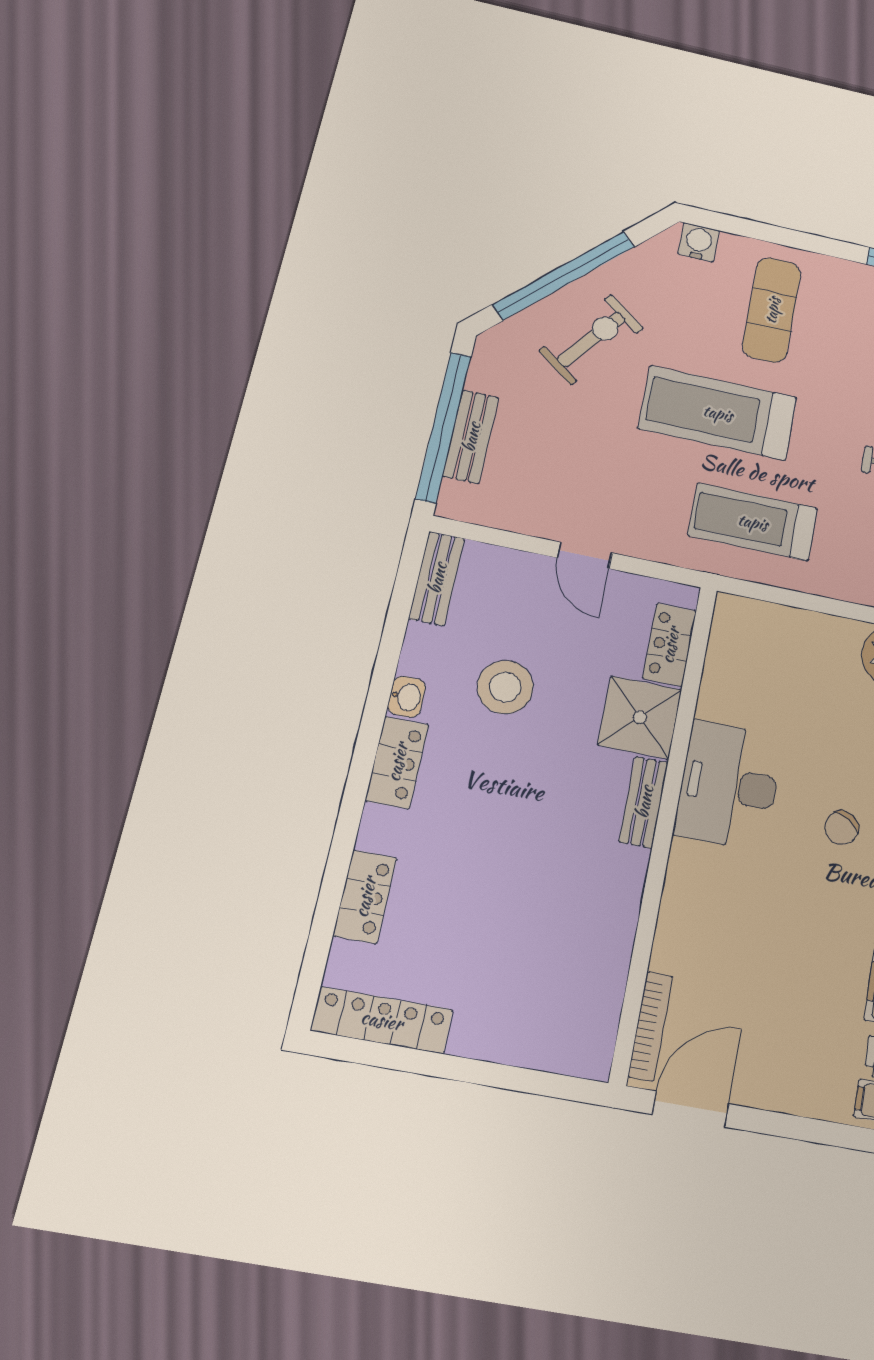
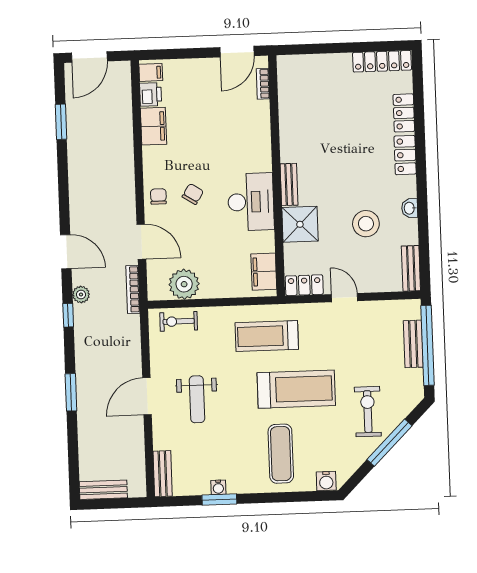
window: (564, 275) -> (390, 443), width x0.68
exercise bike: (591, 339) -> (368, 412), turned 143
treadmill: (753, 522) -> (267, 336), turned 180
filing cabinet: (732, 643) -> (264, 272), added
locker: (670, 645) -> (304, 285), moved, turned -90
locker: (397, 762) -> (405, 155), moved
bookcase: (650, 1026) -> (263, 84), width x0.64

